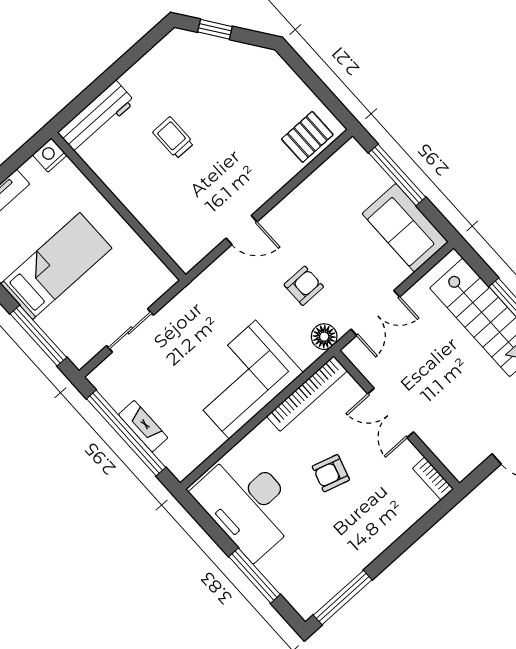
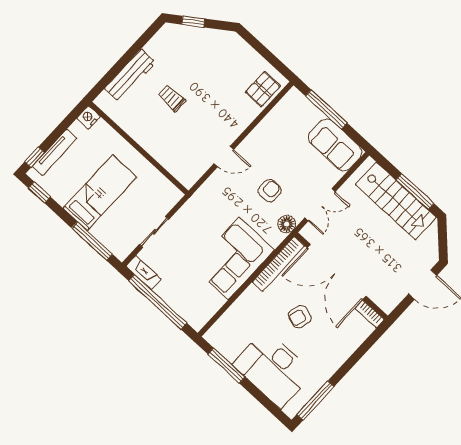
workbench: (96, 117) -> (130, 75), moved
double door: (391, 413) -> (337, 272), width x1.87
fireplace: (143, 426) -> (144, 273), moved
desk: (248, 504) -> (273, 369), moved
window: (254, 576) -> (226, 366), moved

